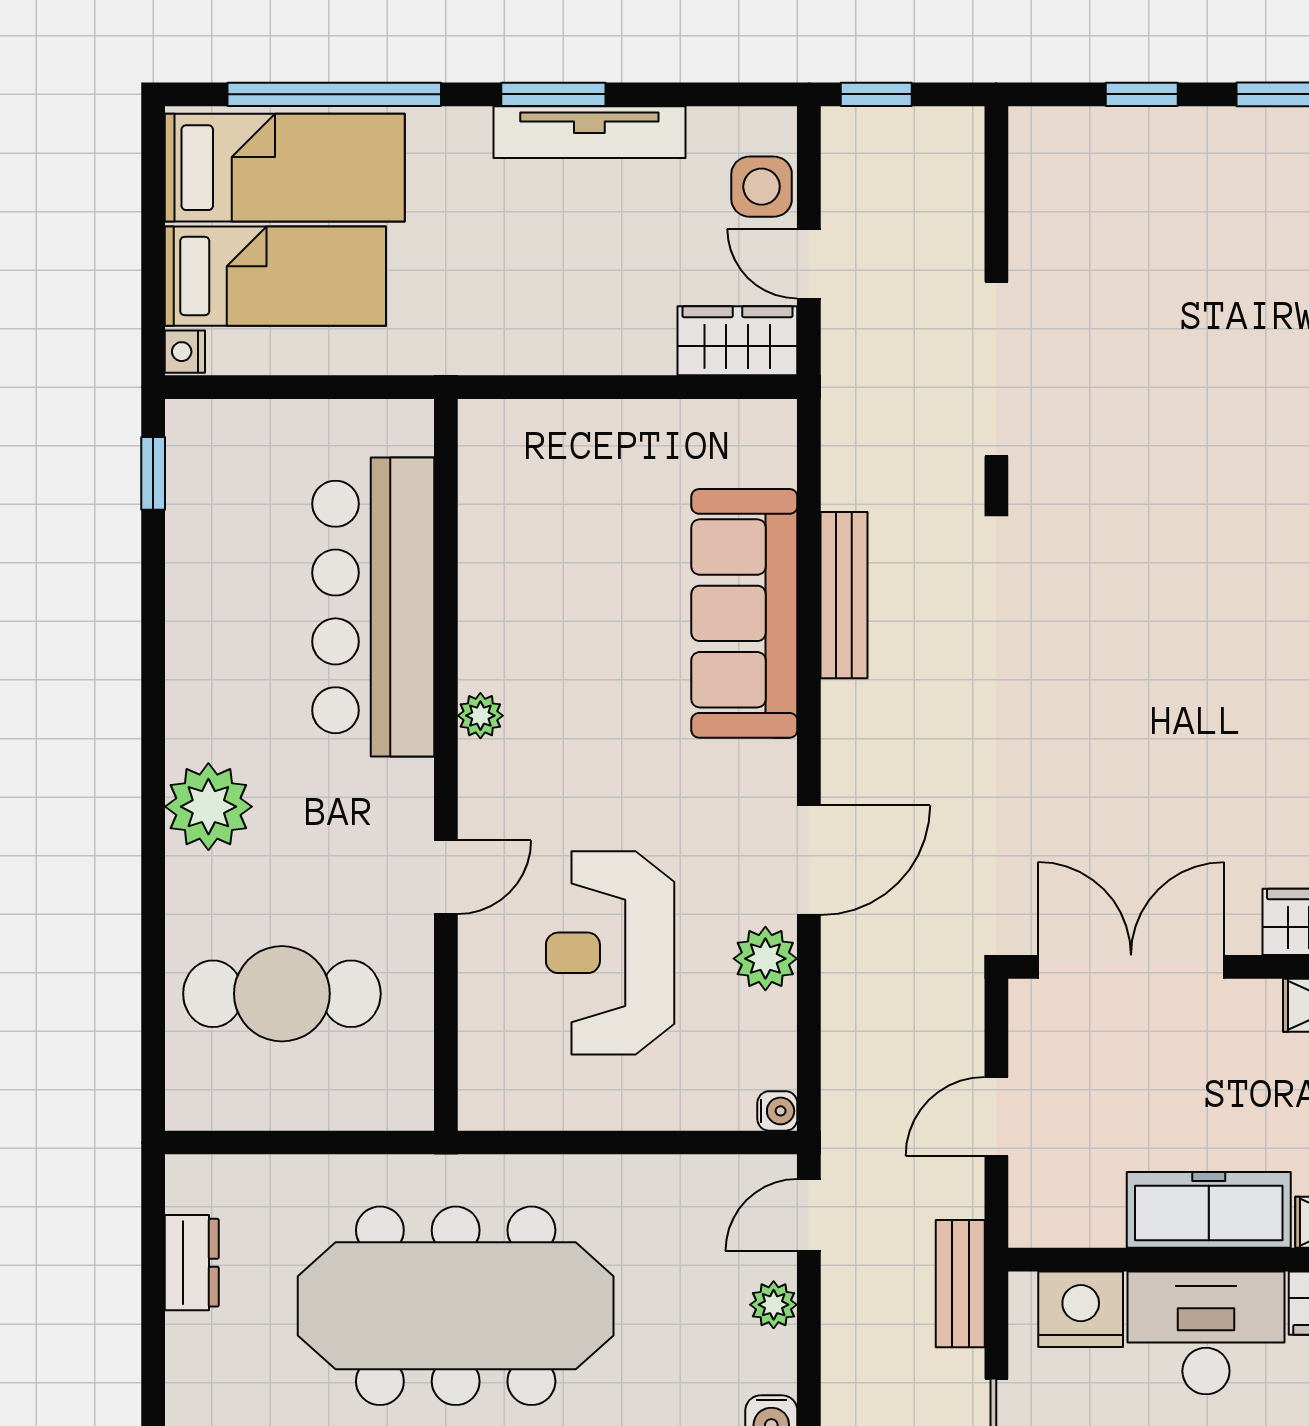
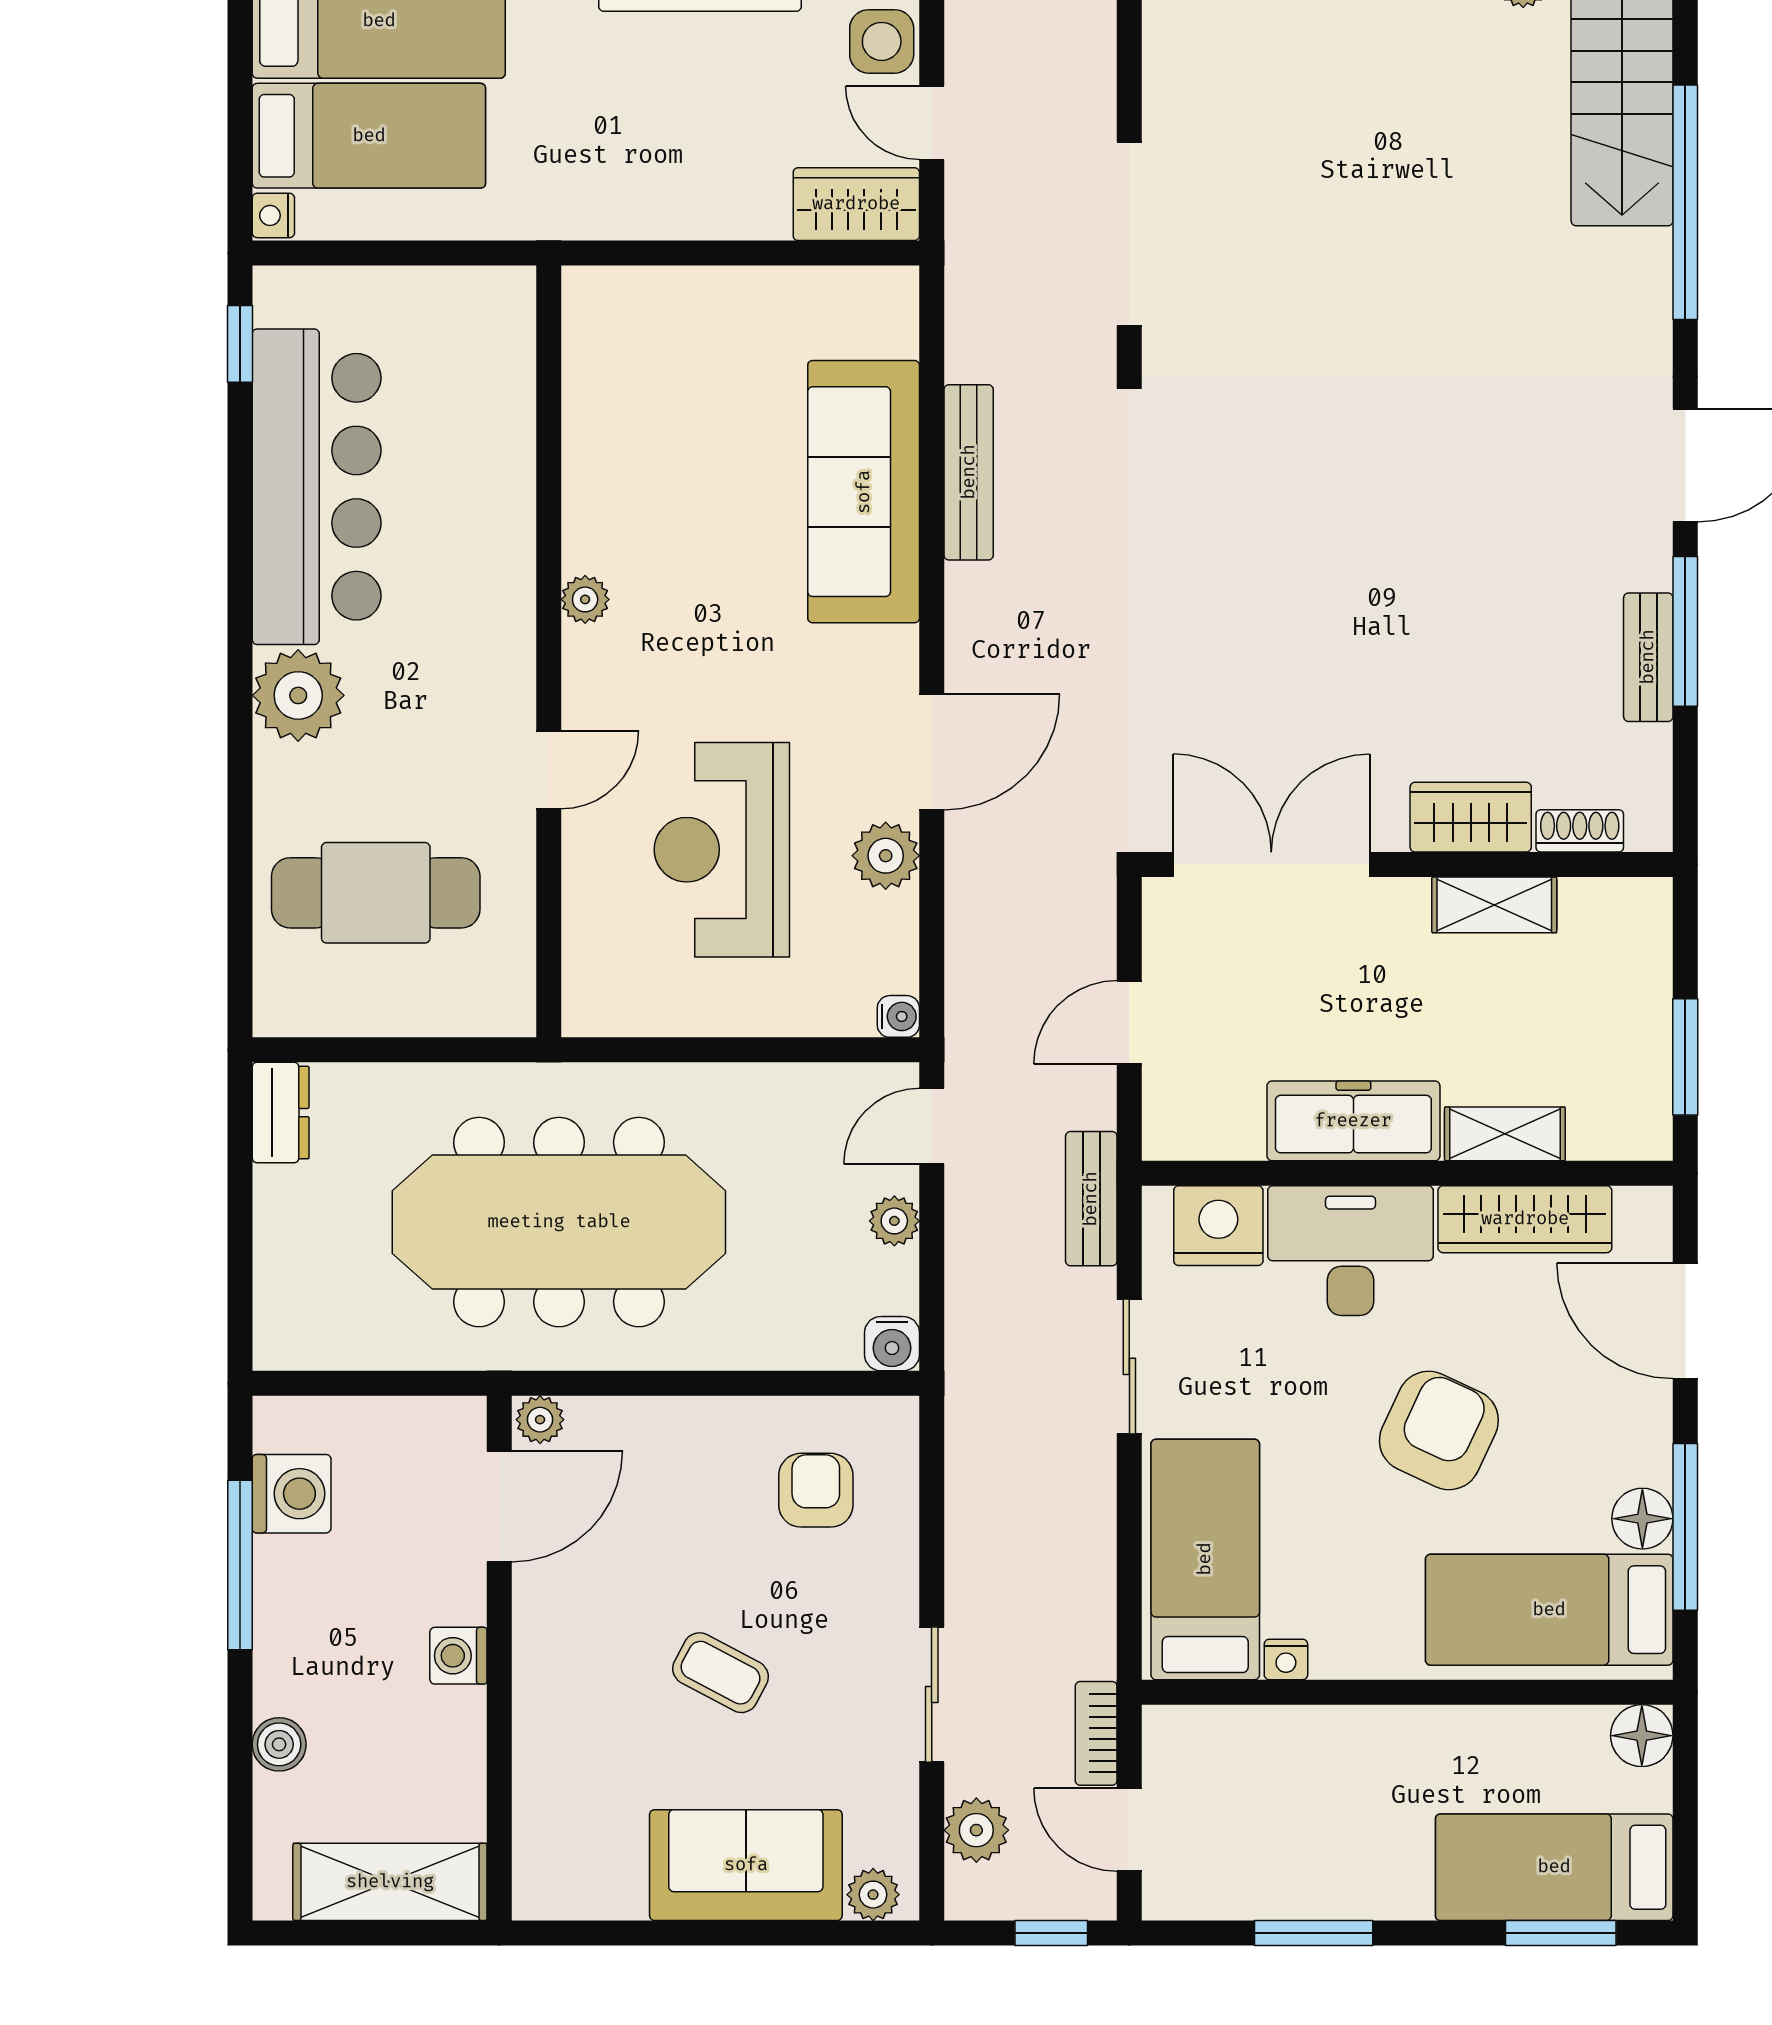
bar counter: (373, 607) -> (317, 487), moved, turned 180
dresser: (192, 1263) -> (281, 1113), moved

